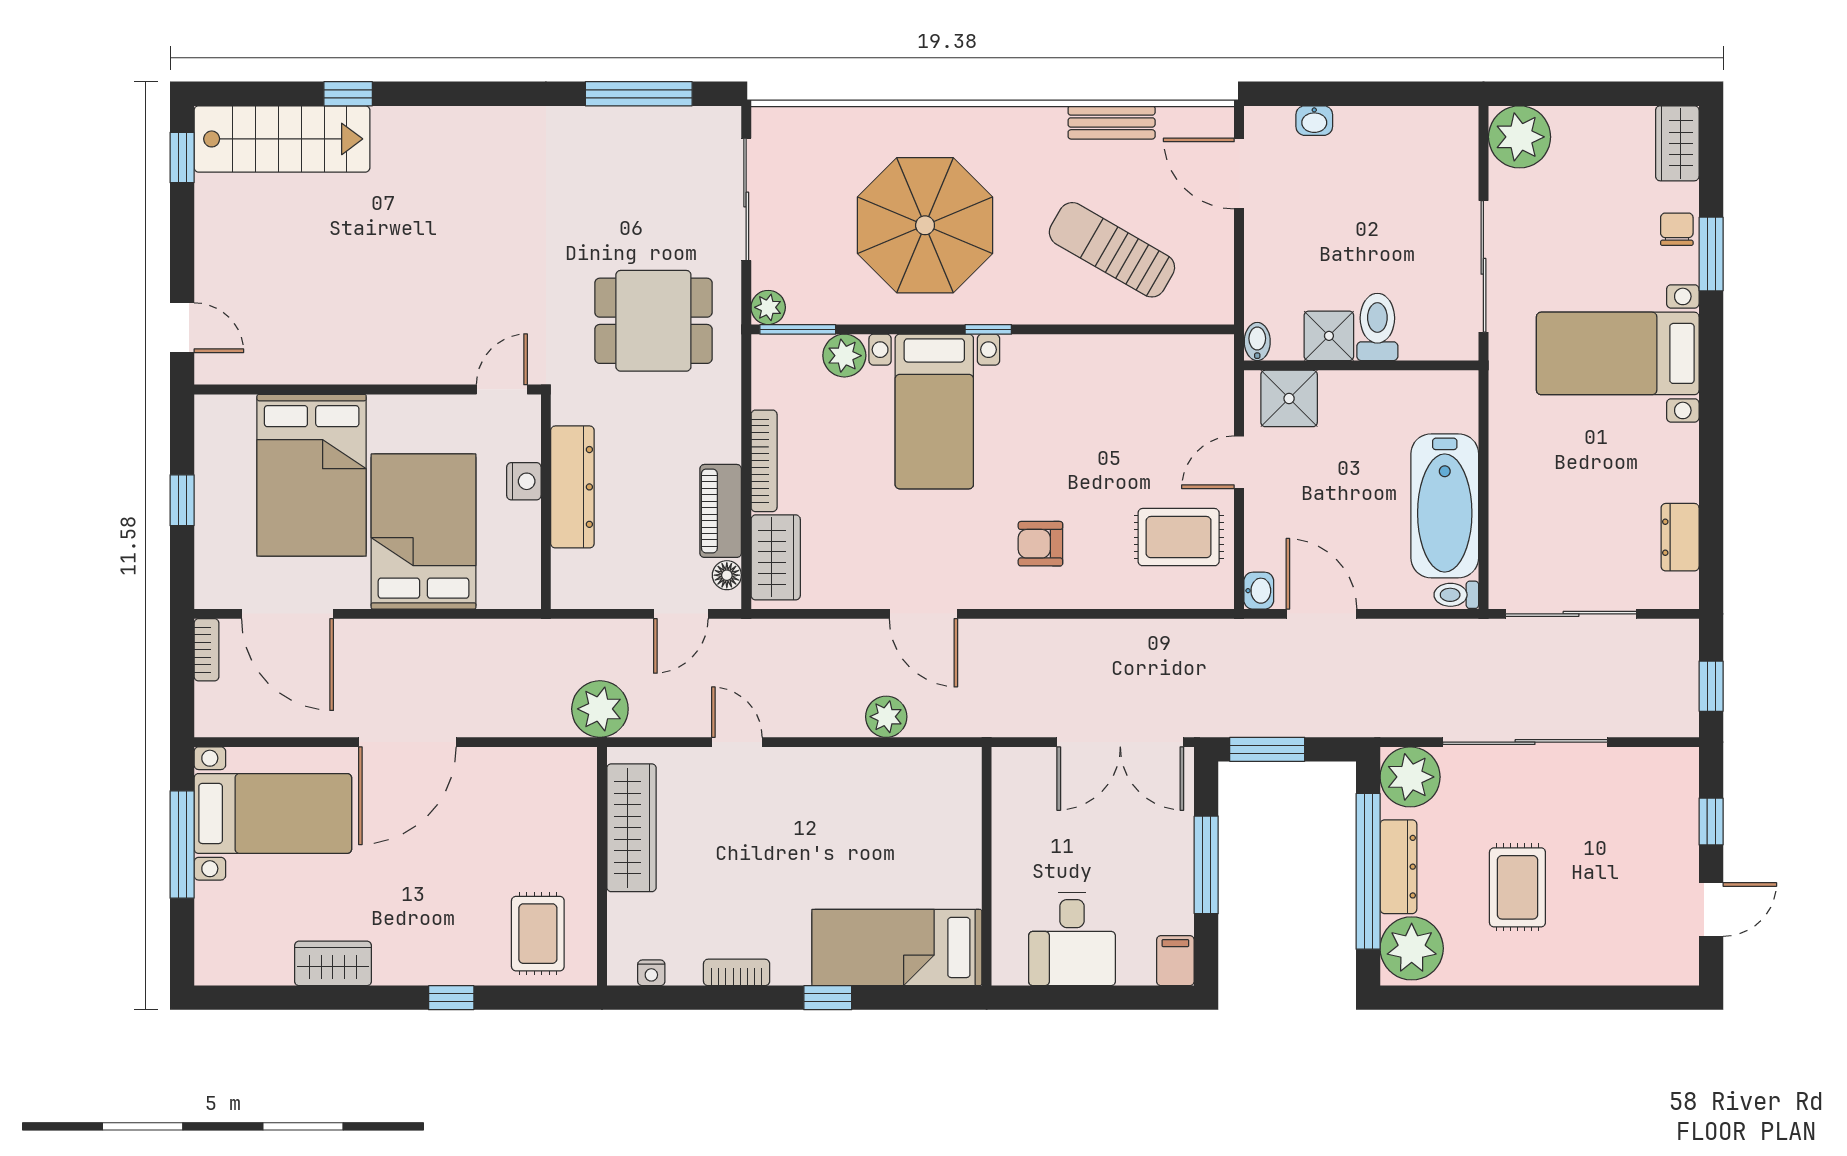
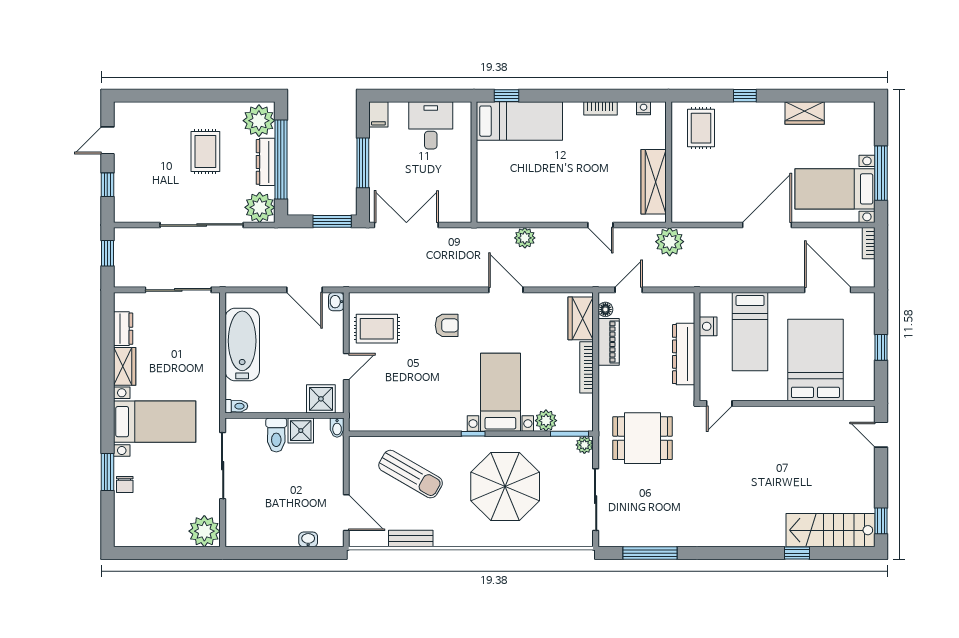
wardrobe: (1677, 143) -> (125, 366), moved
nightstand: (524, 481) -> (708, 326), moved
bed: (424, 531) -> (750, 332), width x0.67
toilet: (1456, 595) -> (236, 406), moved
bookcase: (207, 650) -> (869, 243), moved
window: (828, 998) -> (506, 96), moved

